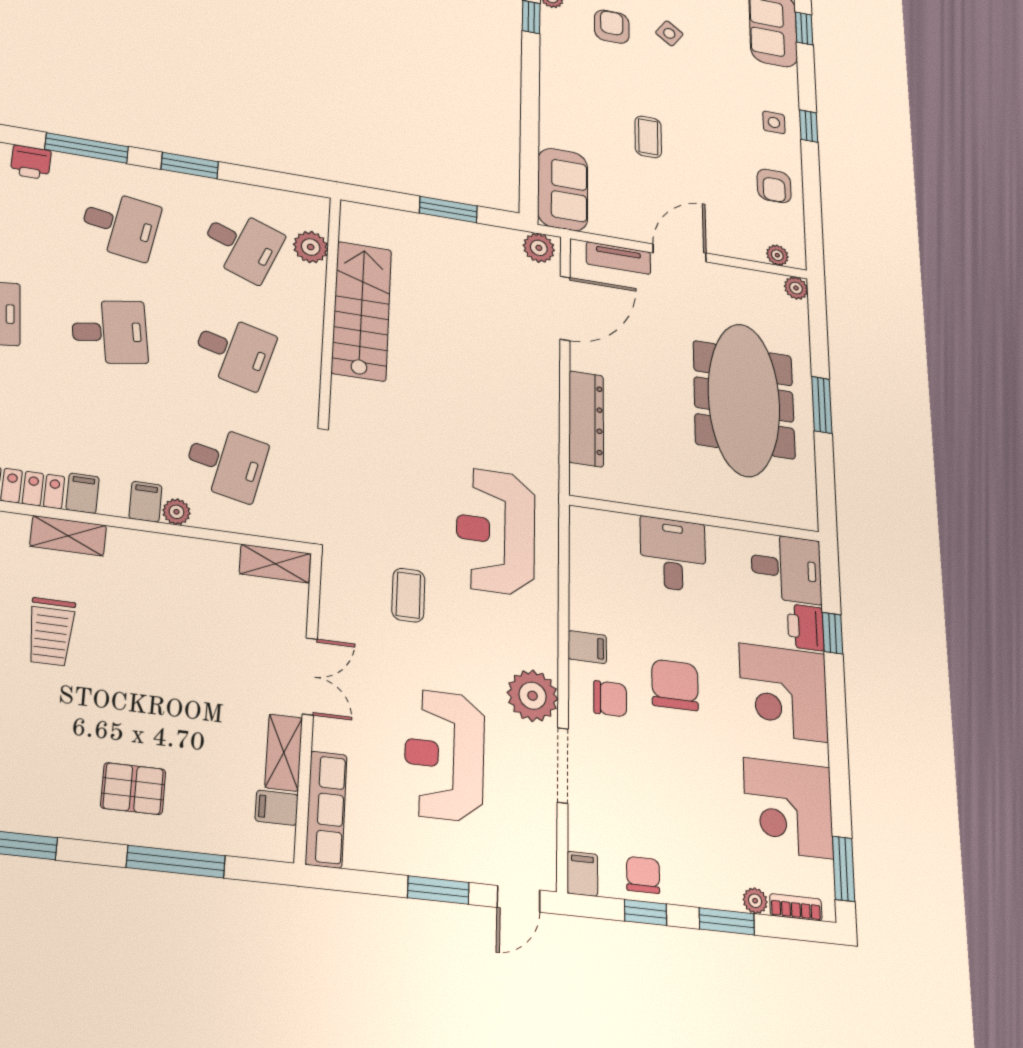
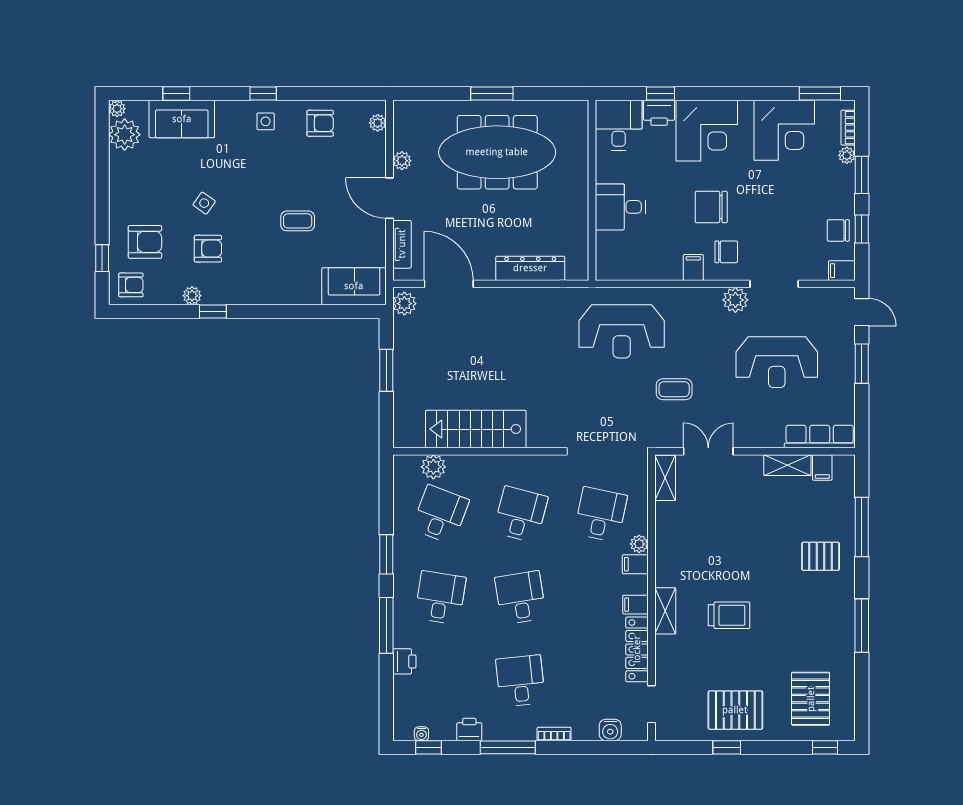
armchair: (612, 27) -> (208, 249), turned 180
plant: (796, 288) -> (402, 161), moved
double door: (310, 676) -> (708, 451), moved
plant: (533, 696) -> (735, 300), width x0.73, depth x0.73
chair: (610, 699) -> (726, 252), turned 90
pallet: (133, 789) -> (821, 556), turned 90

